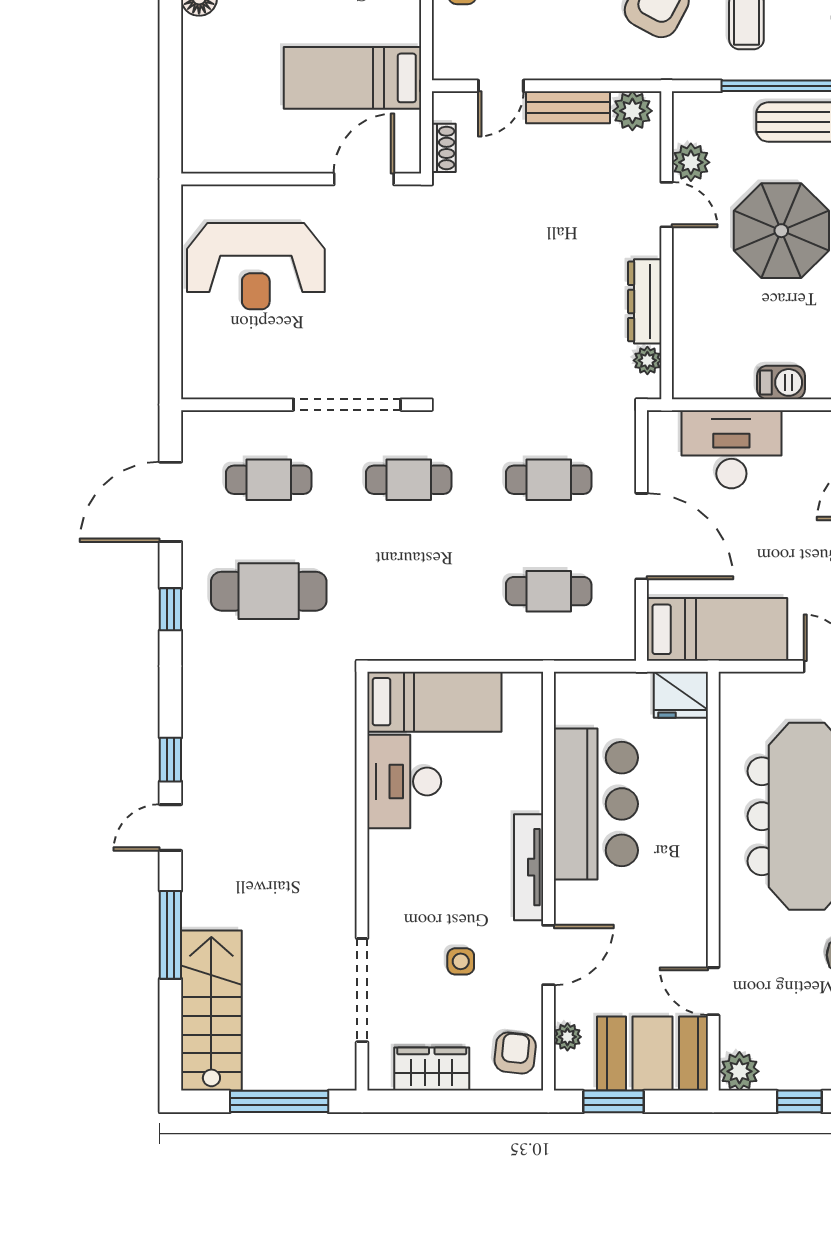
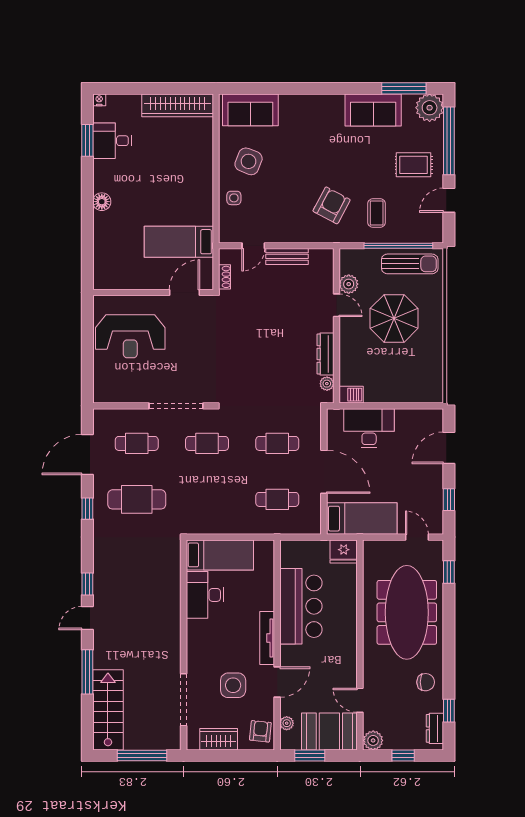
plant: (632, 111) -> (319, 258), removed
barbecue: (781, 382) -> (351, 395), moved
side table: (461, 961) -> (233, 685), width x1.87, depth x1.87

